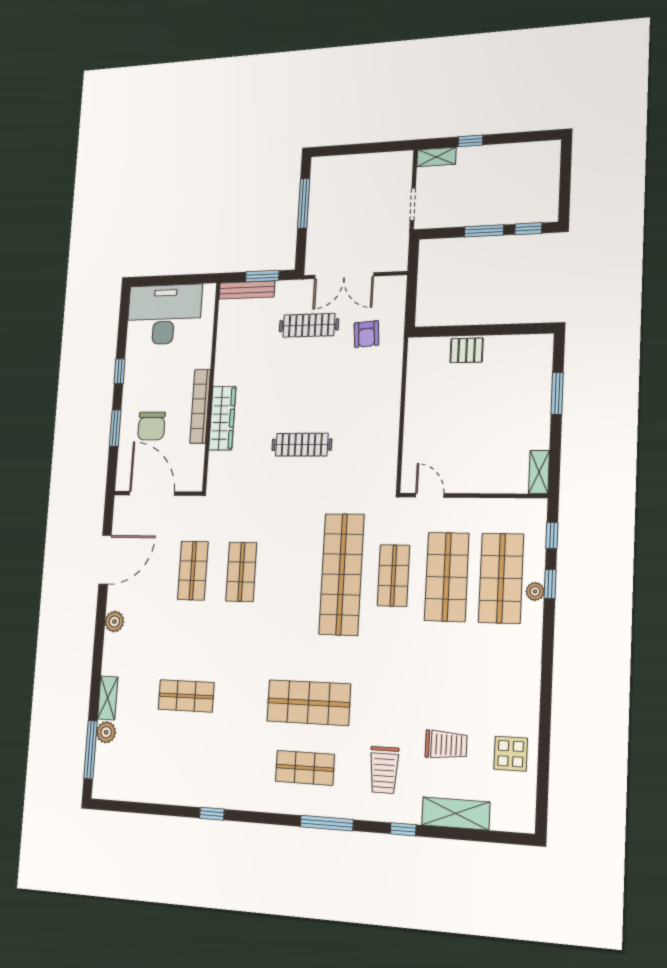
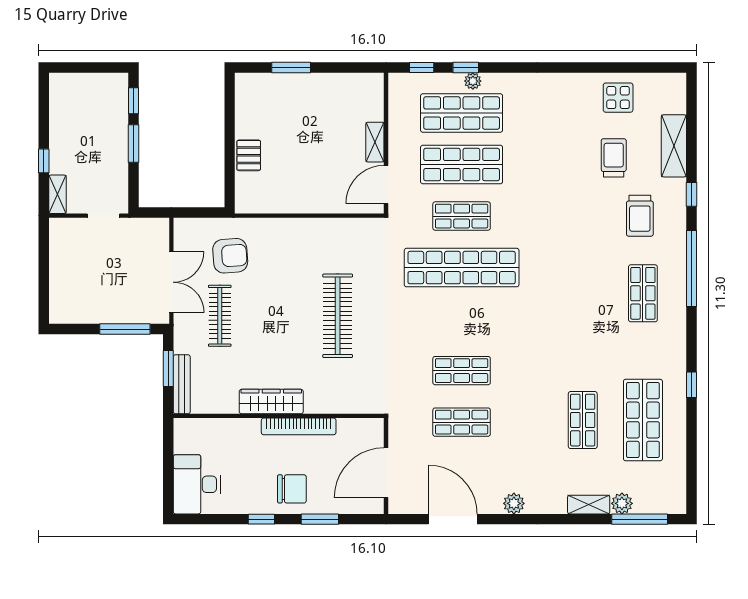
window: (304, 203) -> (125, 329), moved
desk: (164, 314) -> (197, 484), width x0.73, depth x0.77
armchair: (366, 334) -> (230, 256), width x1.38, depth x1.38
wardrobe: (222, 418) -> (271, 402), moved
chair: (151, 426) -> (292, 489), moved
clothes rail: (302, 445) -> (338, 316), width x1.37, depth x1.31
shelving: (539, 472) -> (375, 142), moved, turned 90
door: (430, 495) -> (386, 185), width x1.38
shop shelf: (309, 703) -> (643, 420), moved
trolley: (384, 770) -> (640, 216), turned 90
window: (327, 823) -> (692, 269), width x1.46

